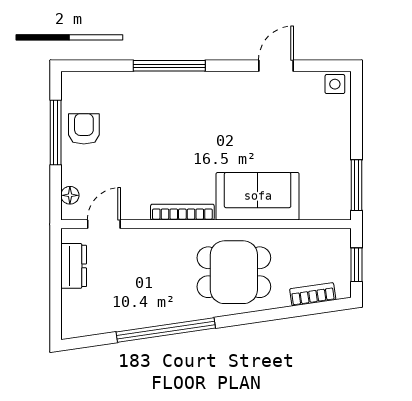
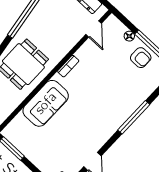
floor lamp: (70, 195) -> (129, 36), moved
bookcase: (182, 212) -> (68, 66), width x0.64

